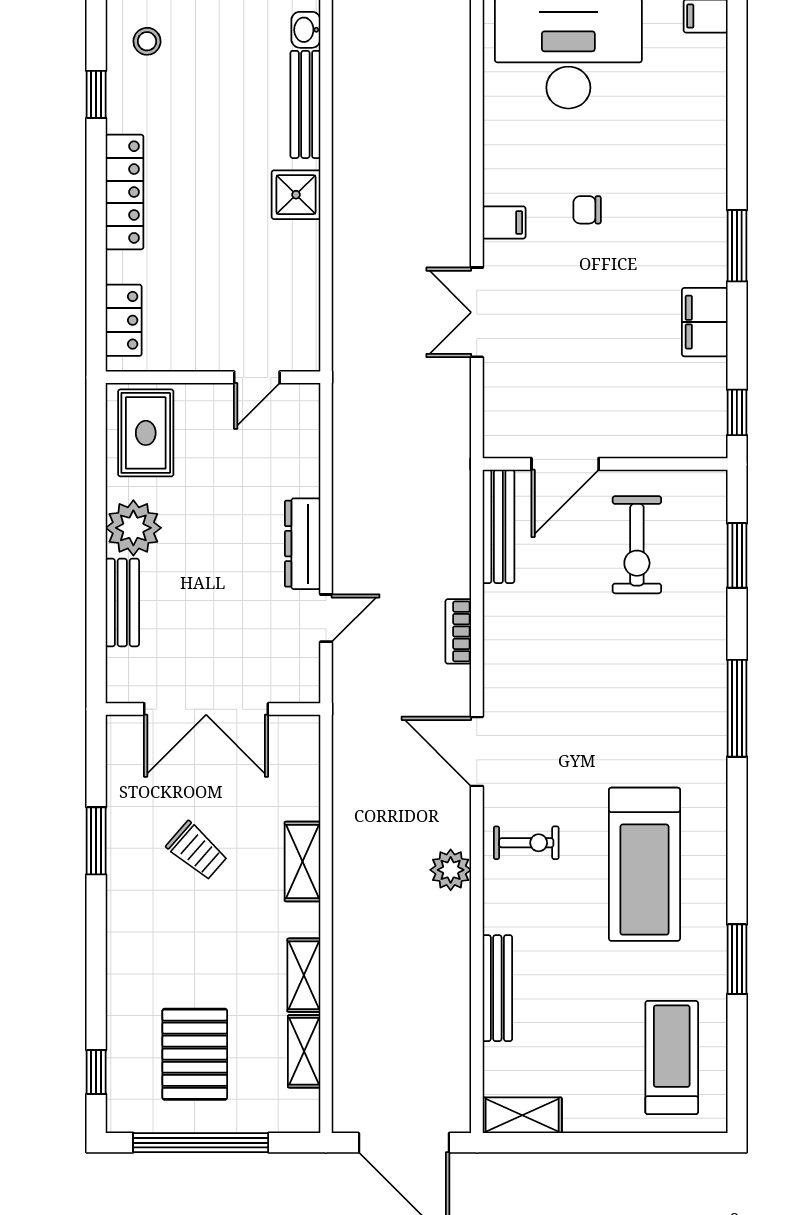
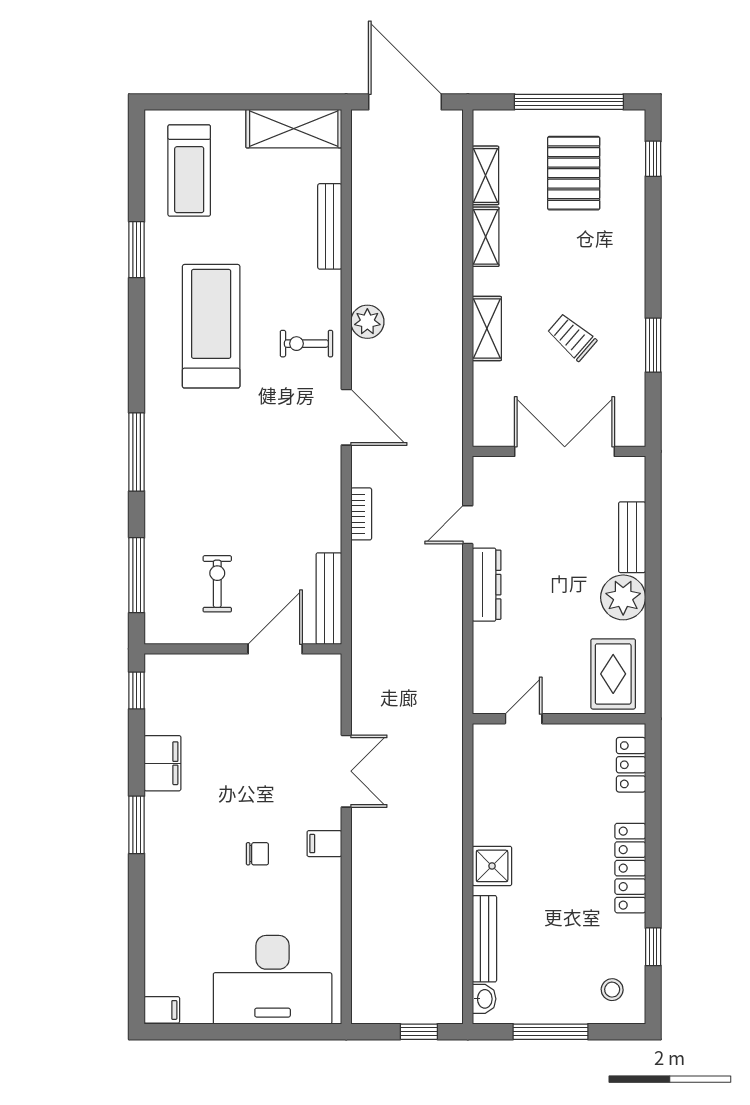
exercise bike: (637, 545) -> (217, 584), width x0.73, depth x0.72
window: (737, 555) -> (137, 575), width x1.44
shelving: (522, 1115) -> (294, 129), width x1.50, depth x1.33

